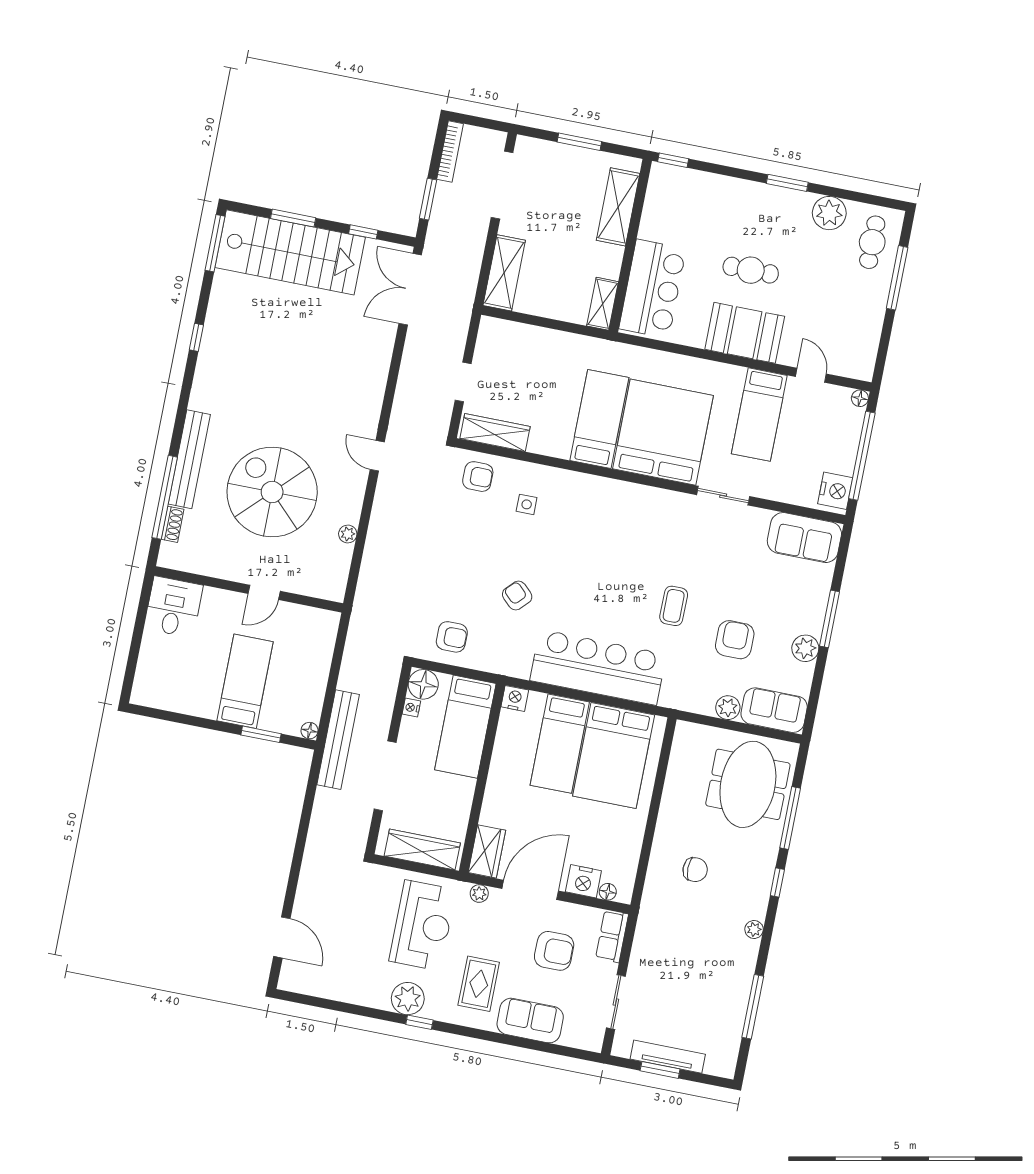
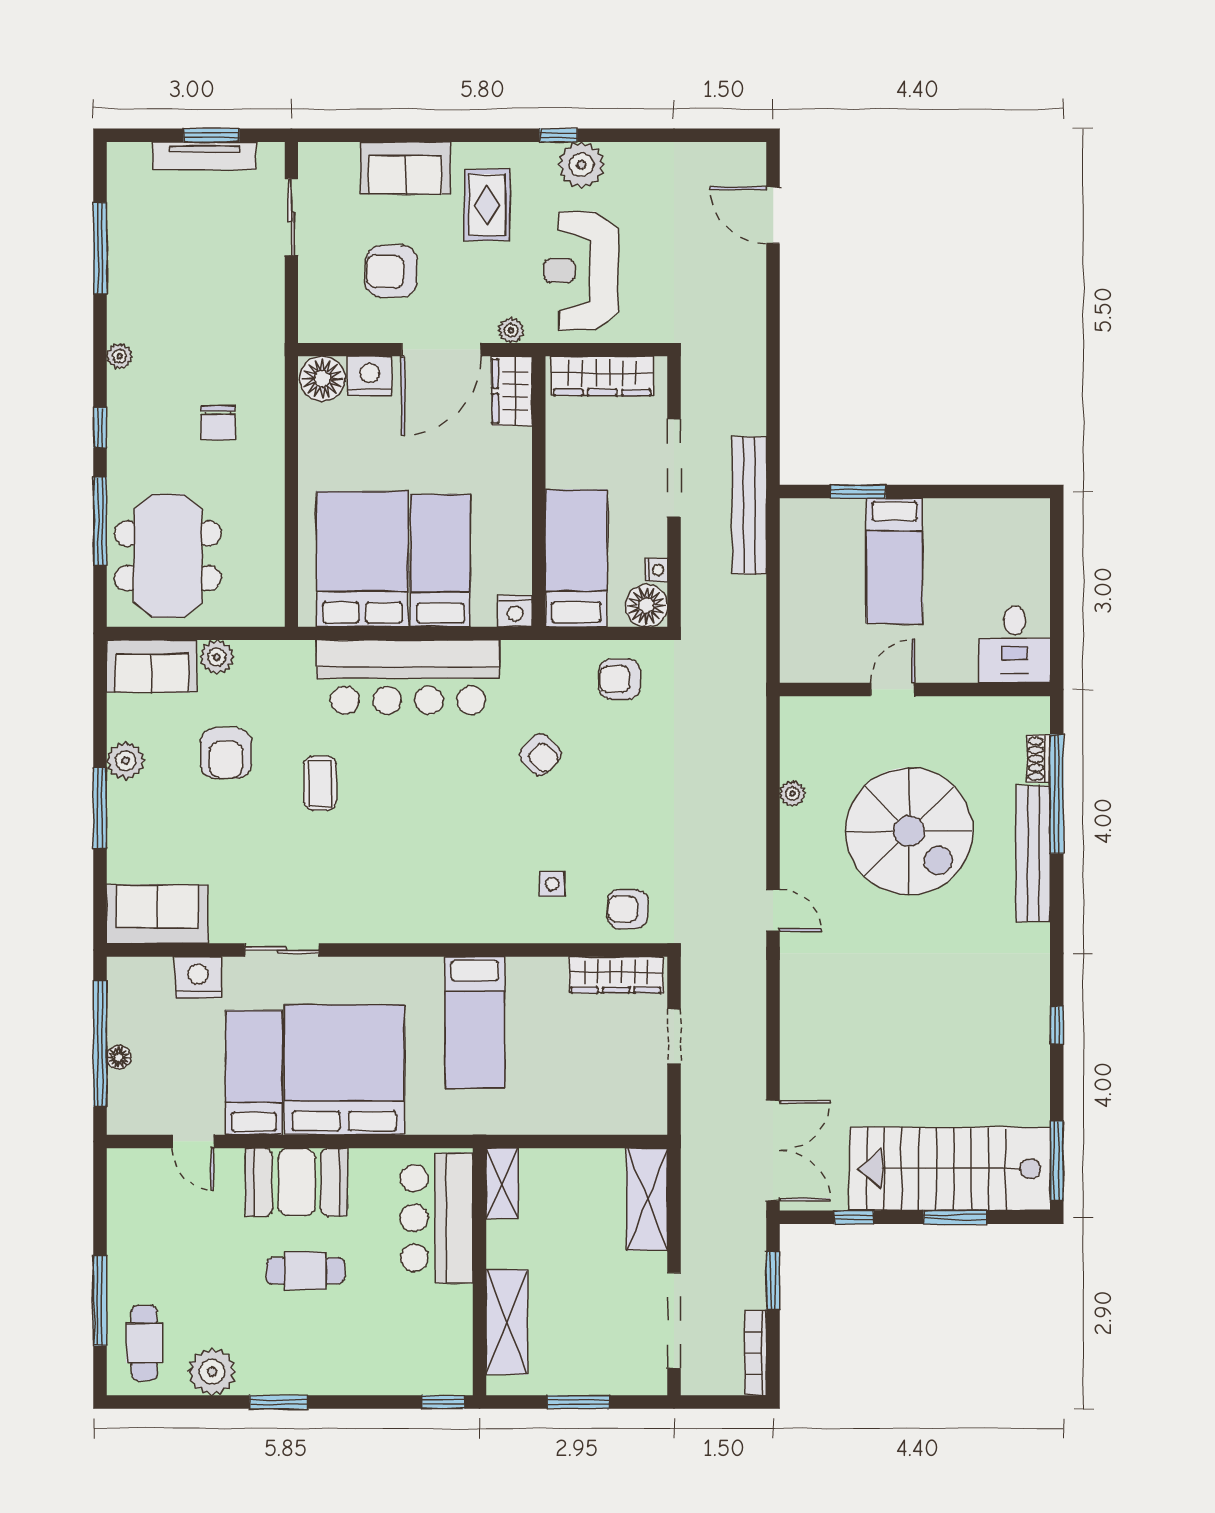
floor lamp: (860, 398) -> (119, 1057), moved
bed: (663, 432) -> (344, 1070), moved, turned 180
nightstand: (835, 491) -> (198, 977), moved, turned 90
floor lamp: (309, 731) -> (792, 510), removed
chair: (695, 870) -> (218, 423), turned -90
floor lamp: (608, 892) -> (322, 379), width x1.89, depth x1.89
row of seats: (612, 936) -> (315, 308), removed

